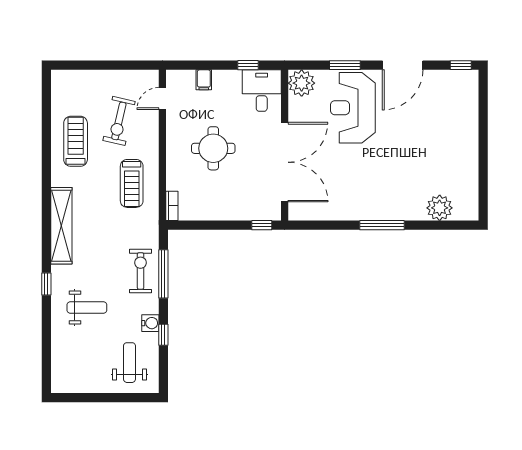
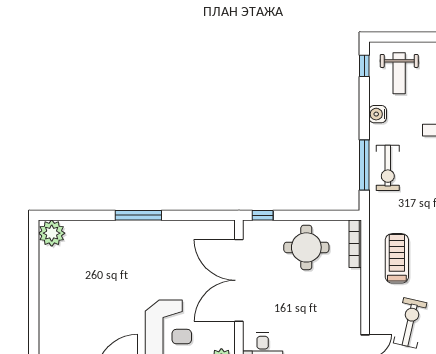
round table: (213, 148) -> (306, 247), moved
bookcase: (172, 206) -> (355, 244), width x1.56
plant: (440, 208) -> (52, 233), moved
window: (163, 335) -> (364, 66), moved

